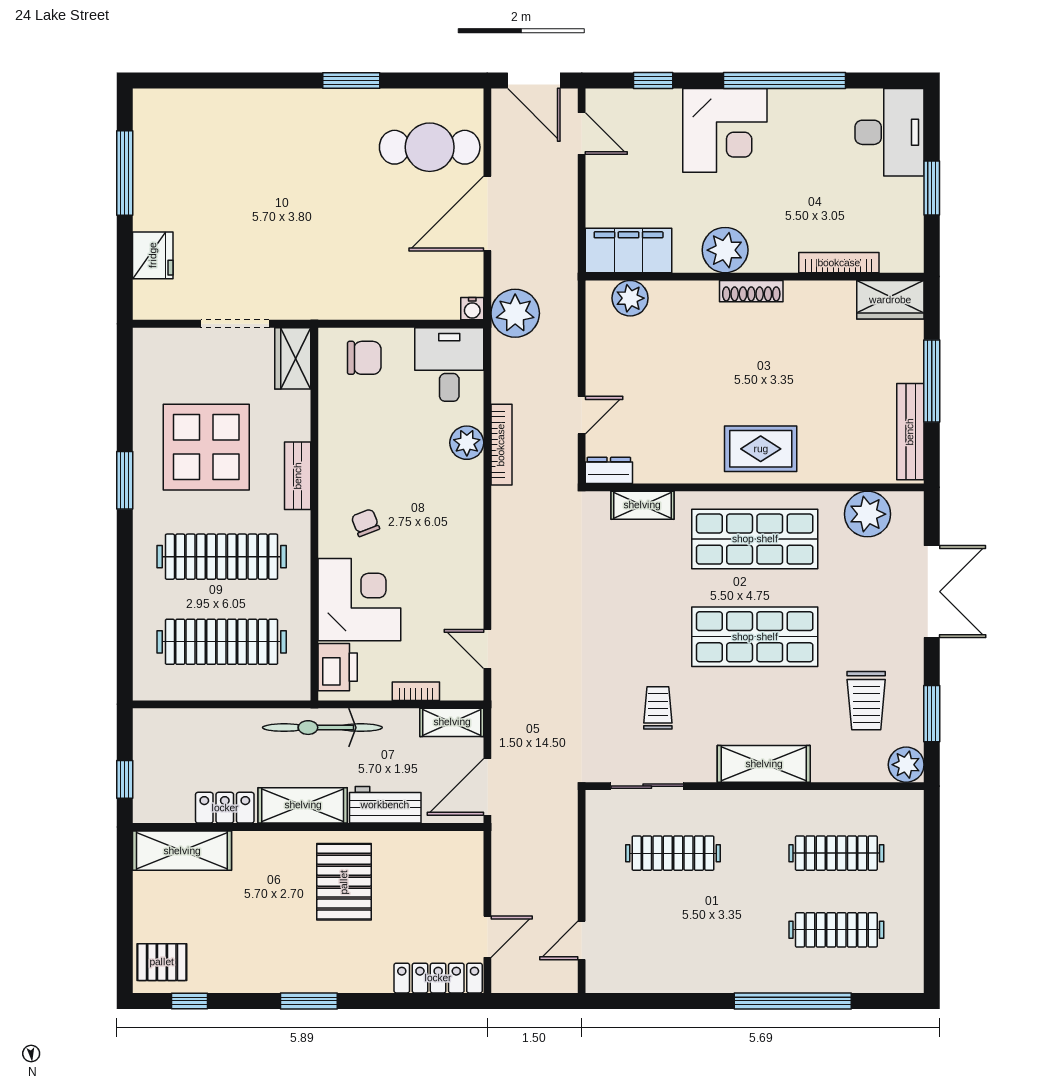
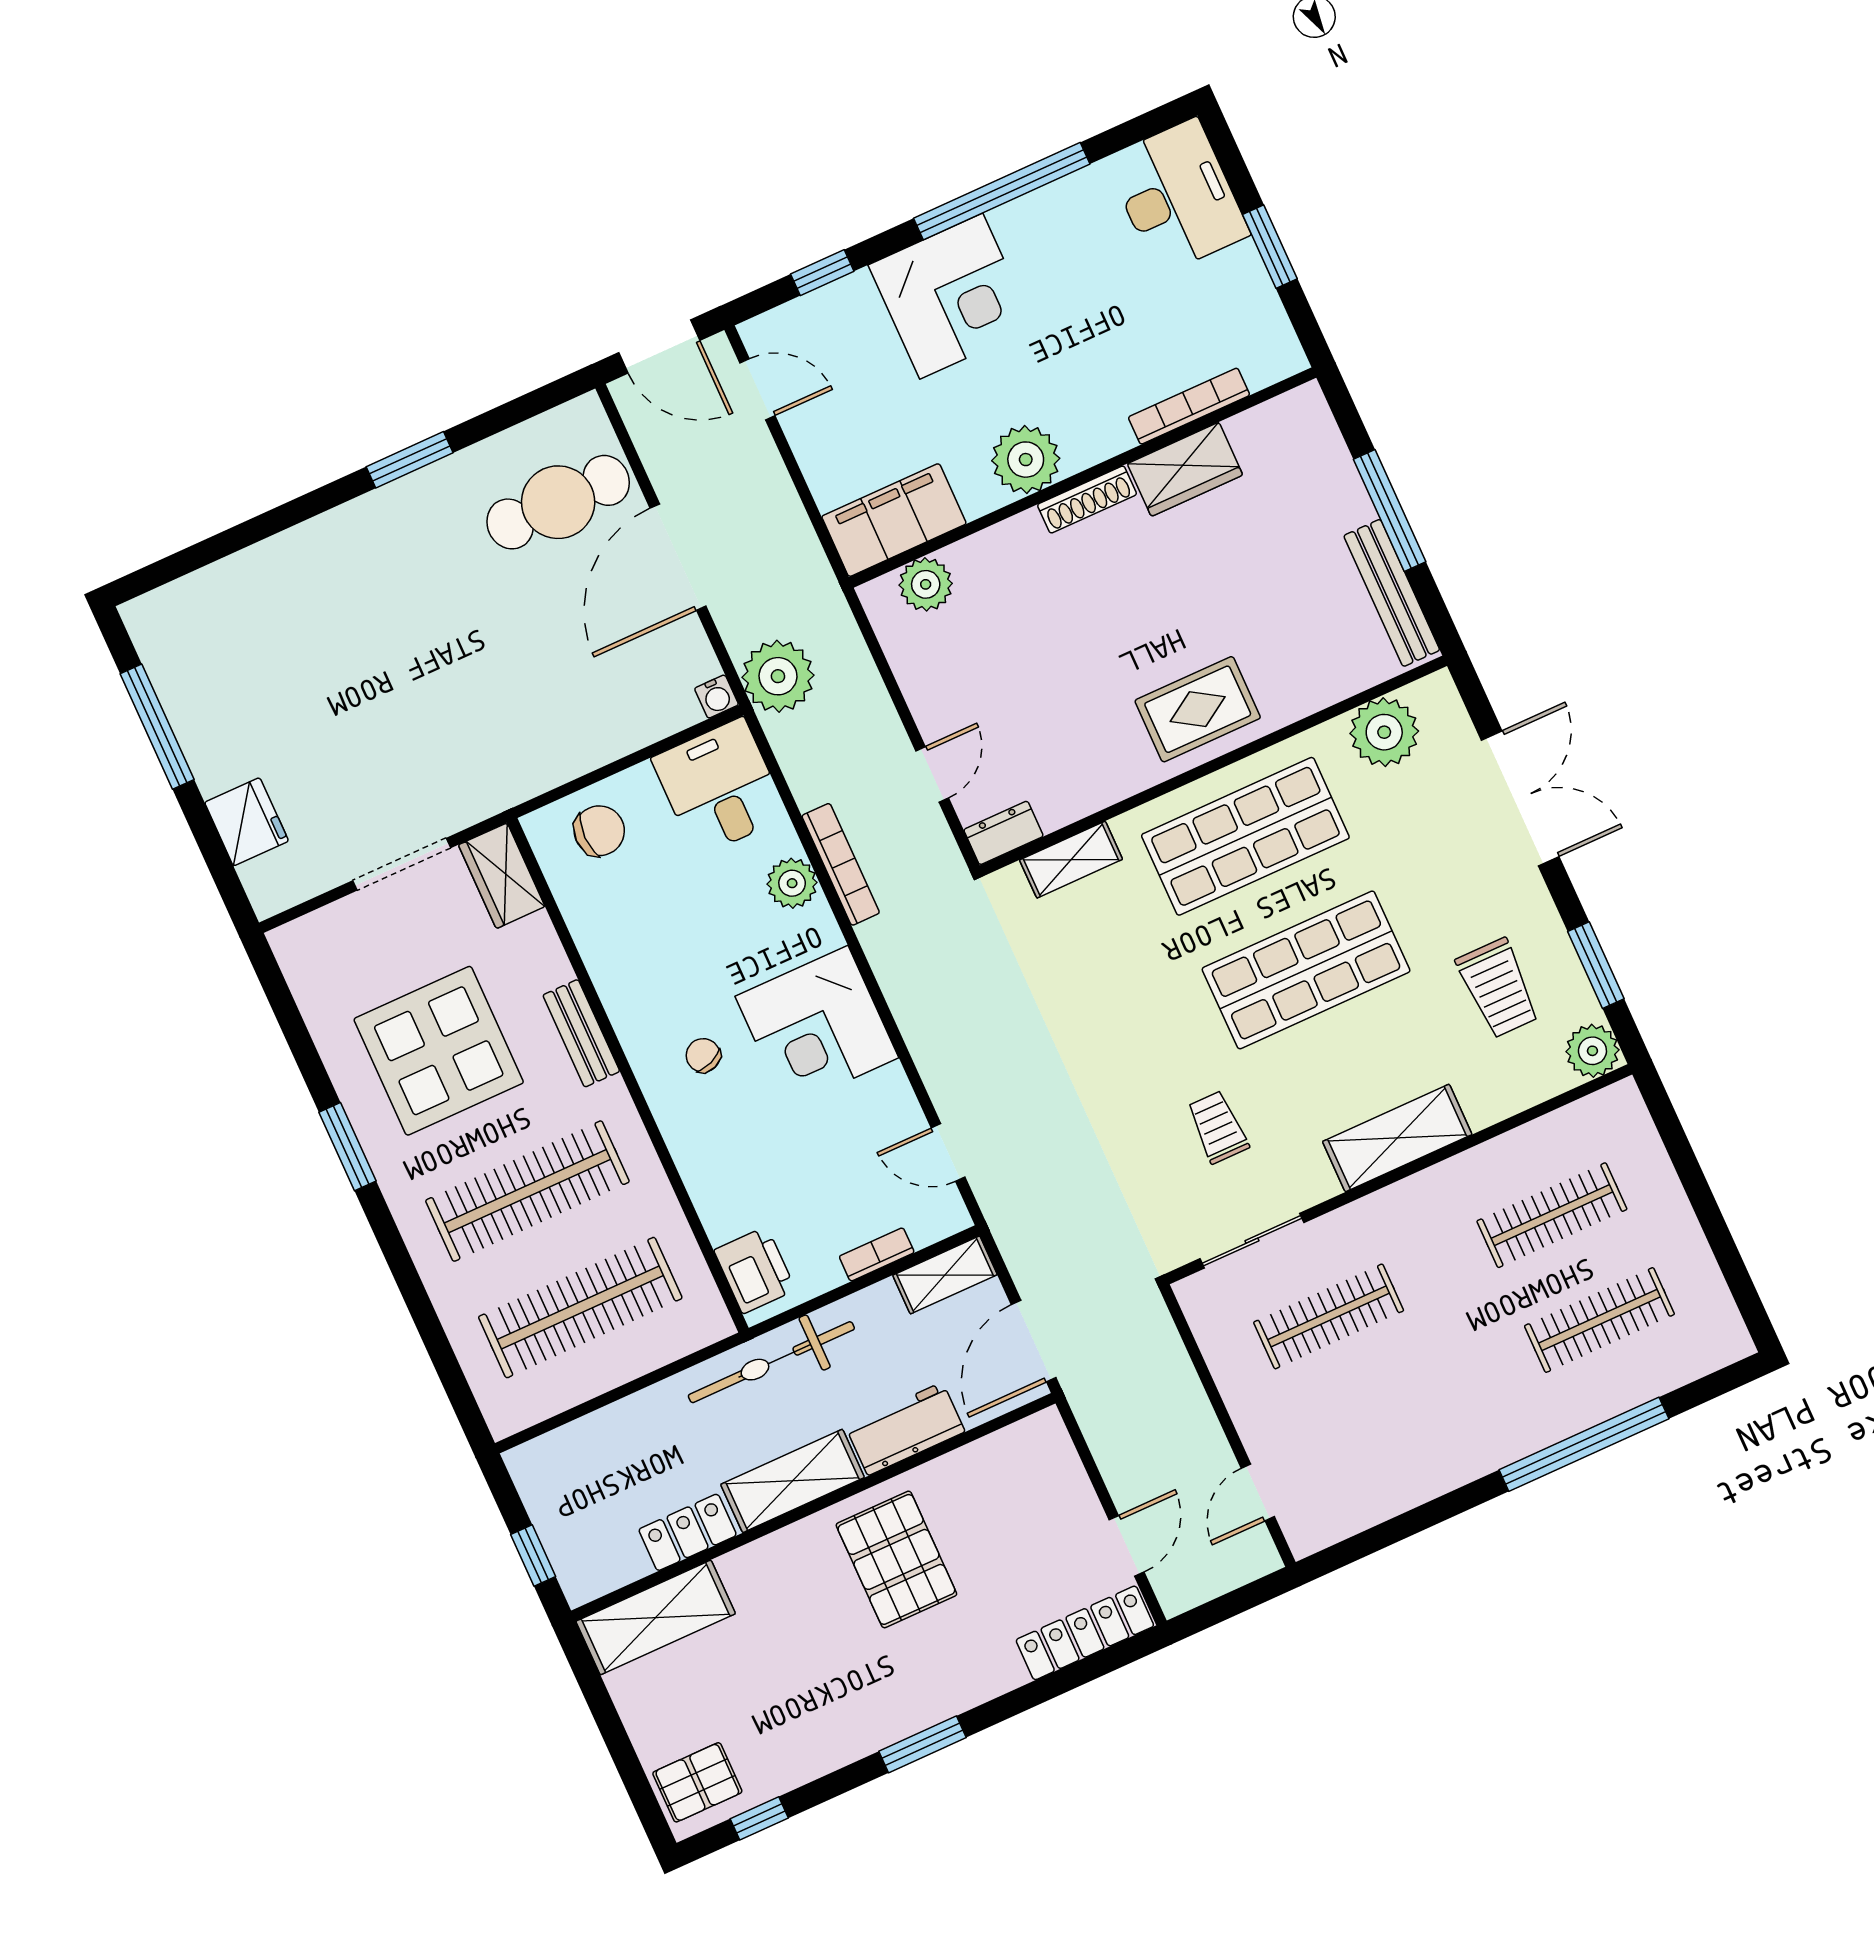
wardrobe: (890, 300) -> (1185, 469), moved
corner desk: (359, 600) -> (817, 1027), moved, turned 180

